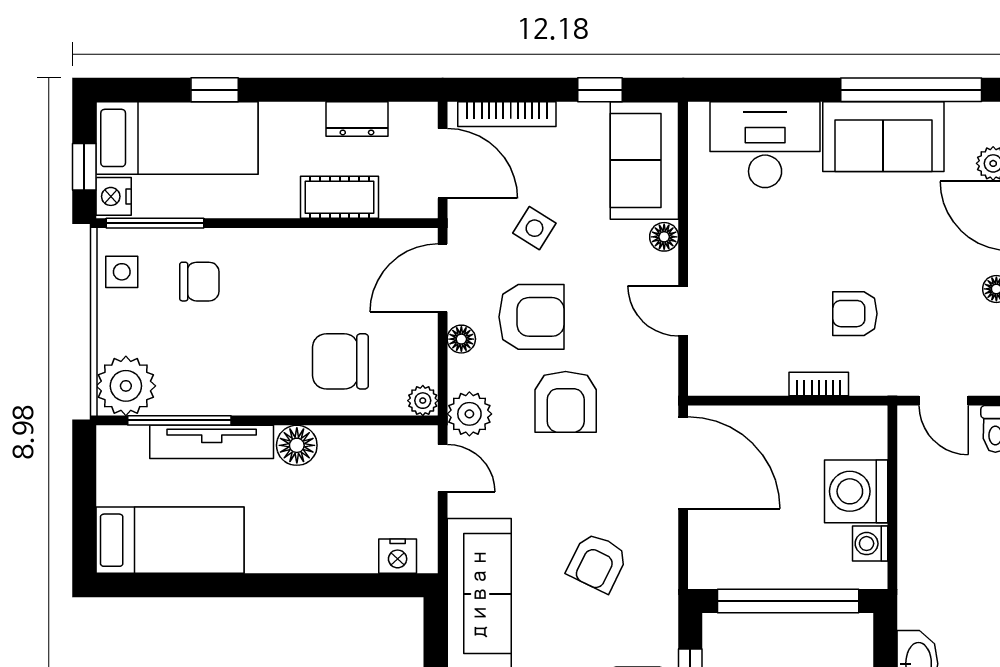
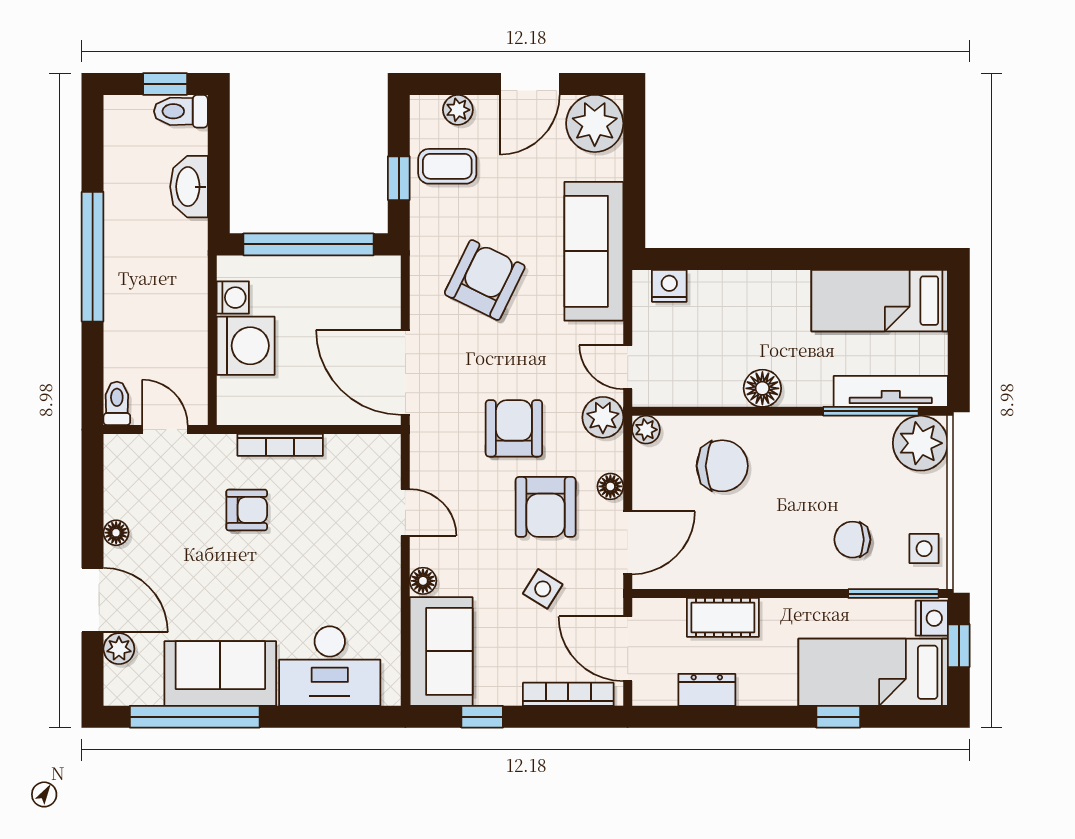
armchair: (531, 317) -> (546, 507), turned -90
bookcase: (819, 384) -> (280, 445), width x1.56
tv unit: (212, 442) -> (891, 391), moved
armchair: (597, 563) -> (485, 280), width x1.38, depth x1.38

